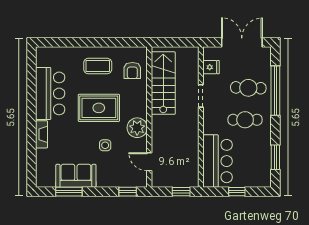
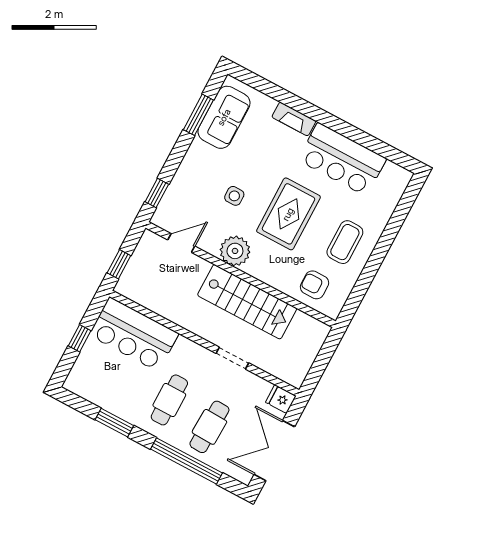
double door: (242, 42) -> (274, 451), swing flipped
fridge: (211, 67) -> (281, 399), moved, turned 90
stairs: (163, 83) -> (247, 302), moved
window: (275, 157) -> (114, 423), moved
sofa: (76, 176) -> (224, 117), moved

